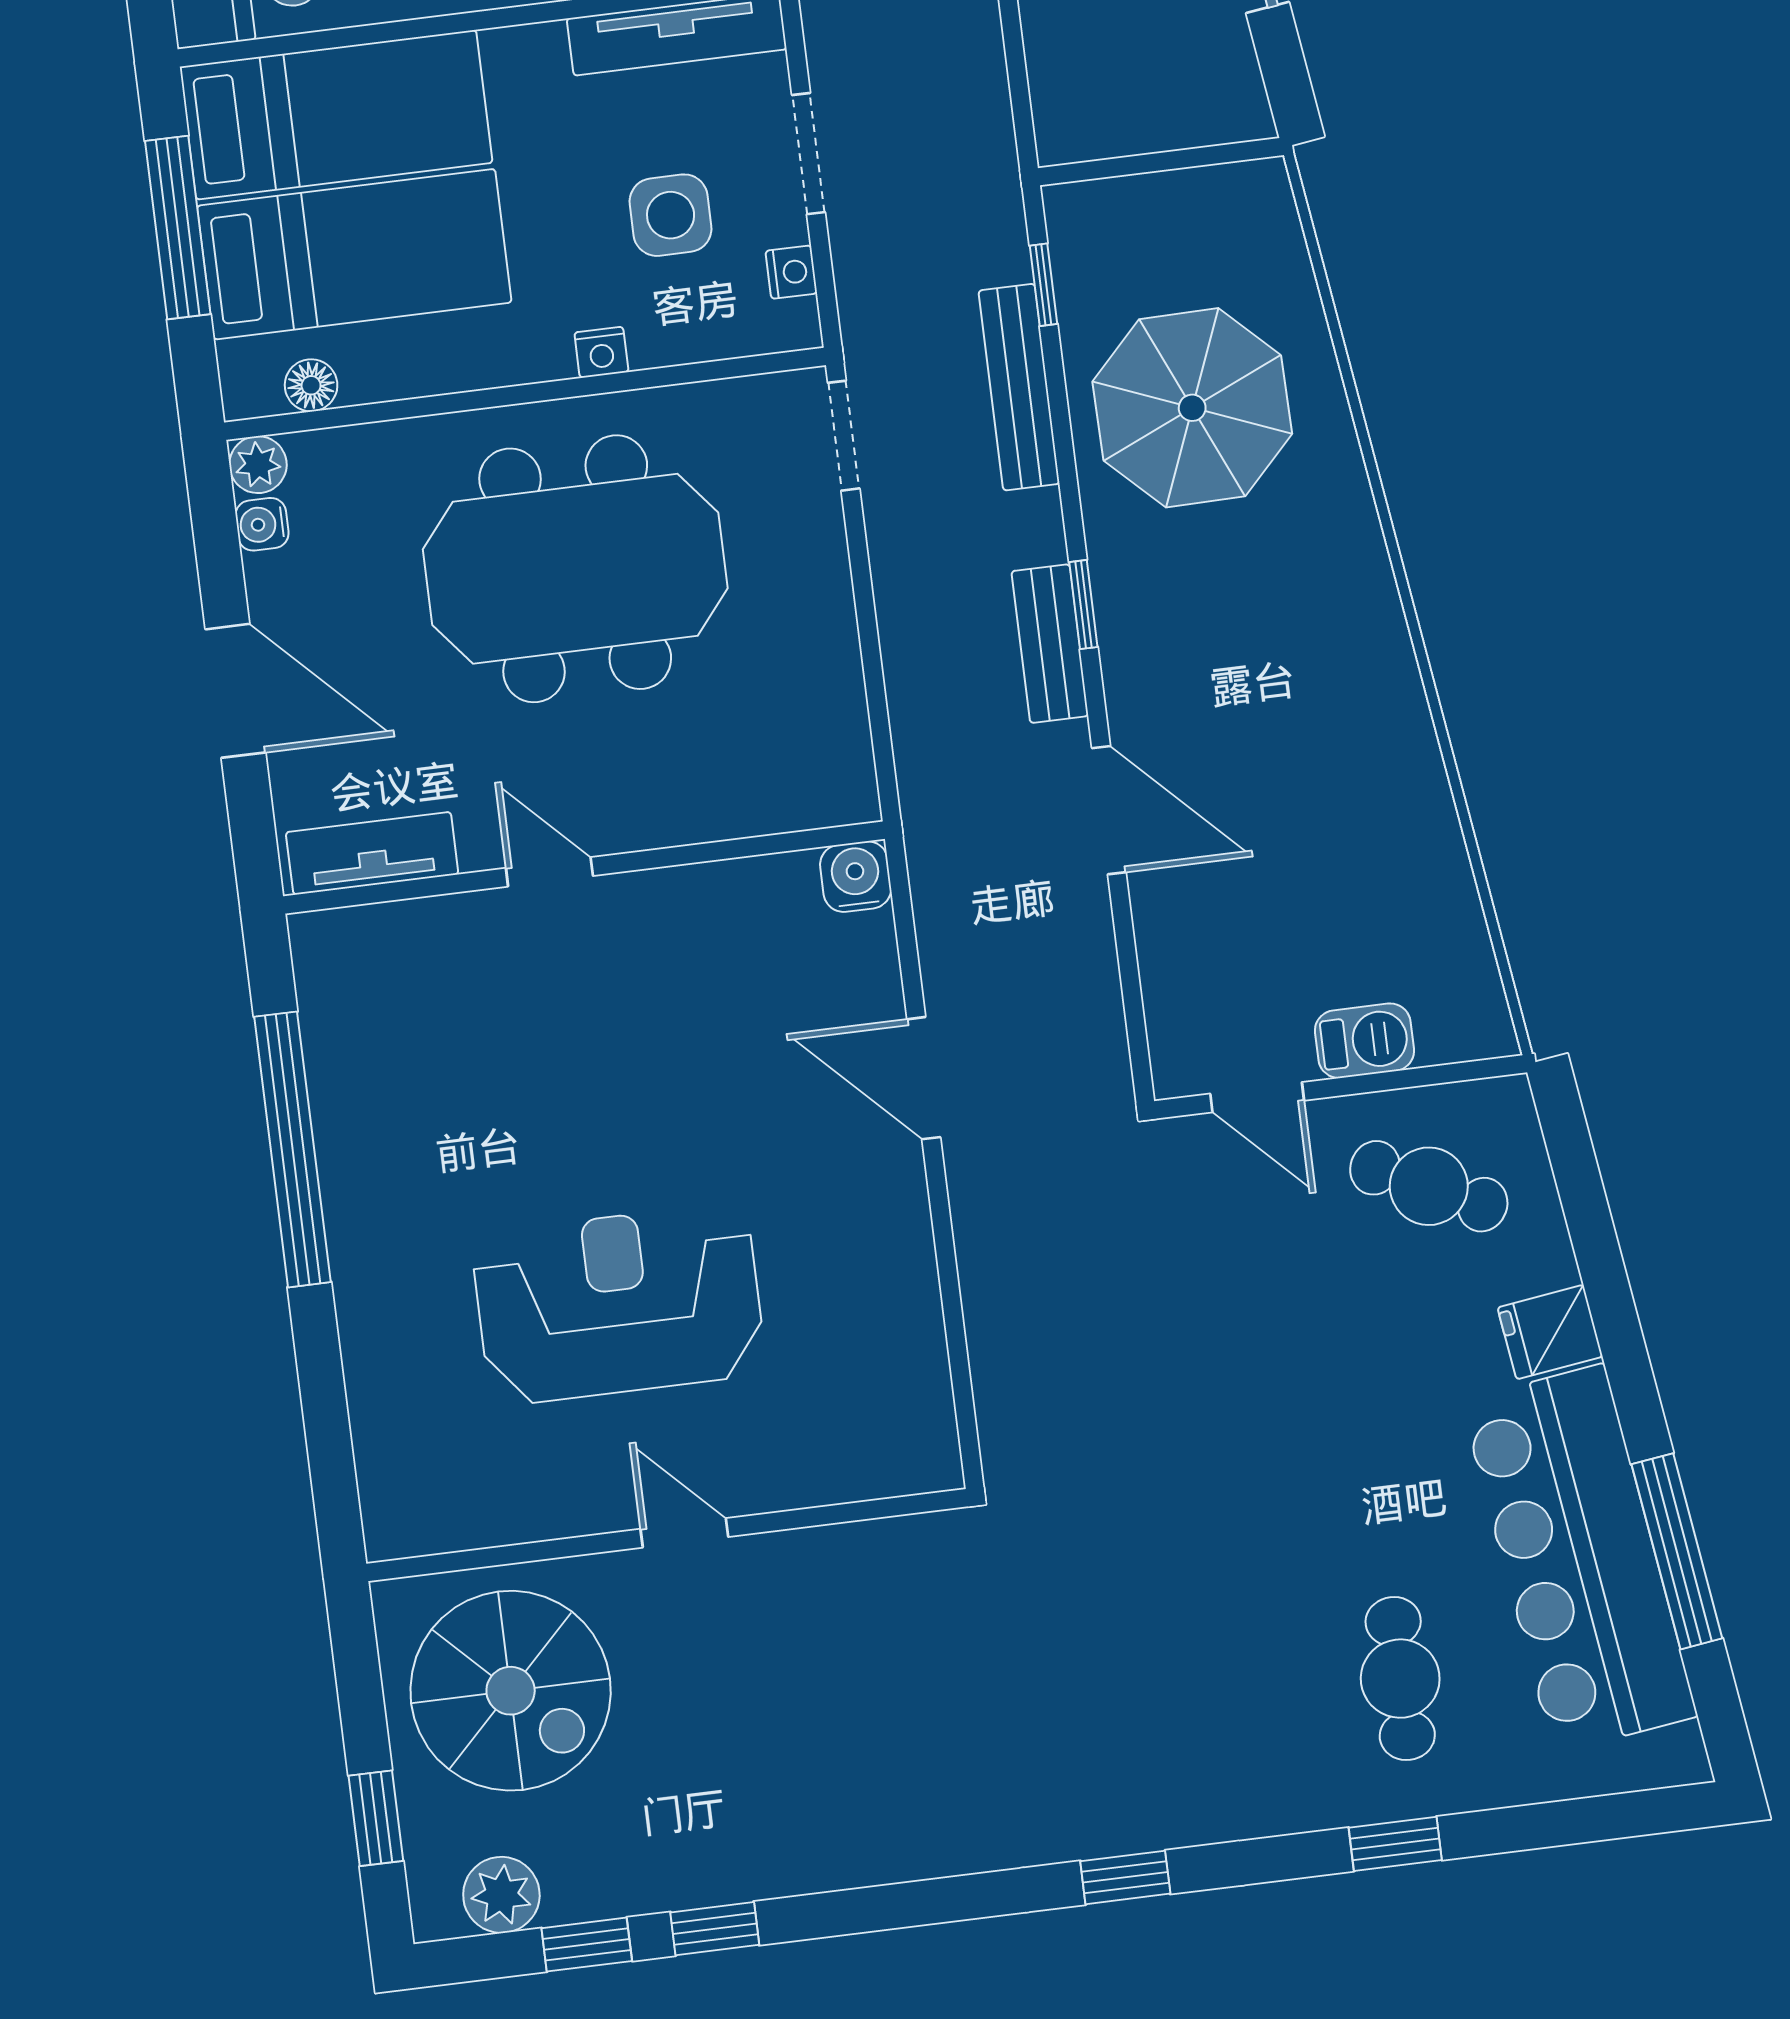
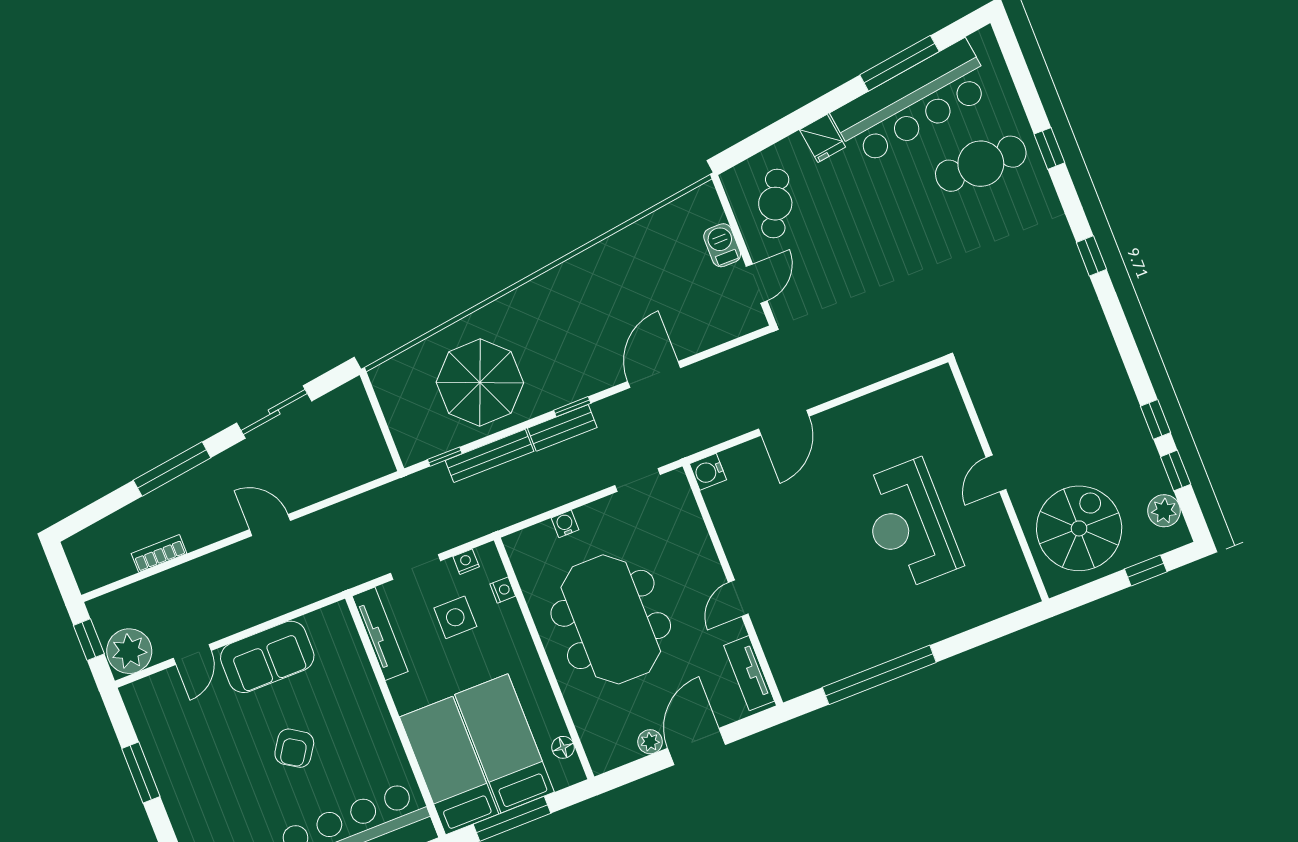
nightstand: (601, 352) -> (503, 590), moved
doorway: (844, 436) -> (637, 480), moved
plant: (258, 465) -> (650, 742), moved
water cooler: (262, 524) -> (565, 524), moved, turned 180
bench: (1050, 644) -> (562, 428), moved
cafe table: (1400, 1679) -> (981, 164), width x1.37, depth x1.35

